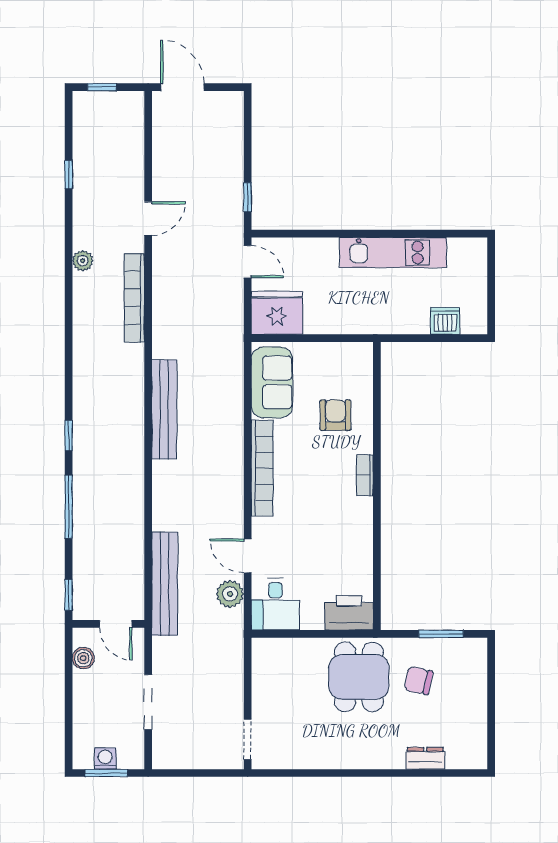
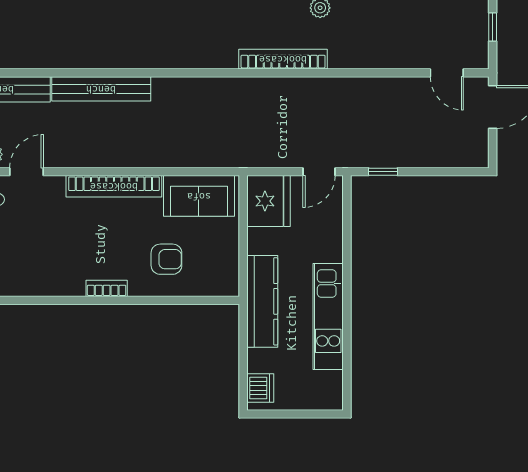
door: (148, 218) -> (447, 73), moved
kitchen counter: (378, 319) -> (262, 301), added
dishwasher: (445, 321) -> (260, 388), moved
bench: (164, 410) -> (101, 89), moved

